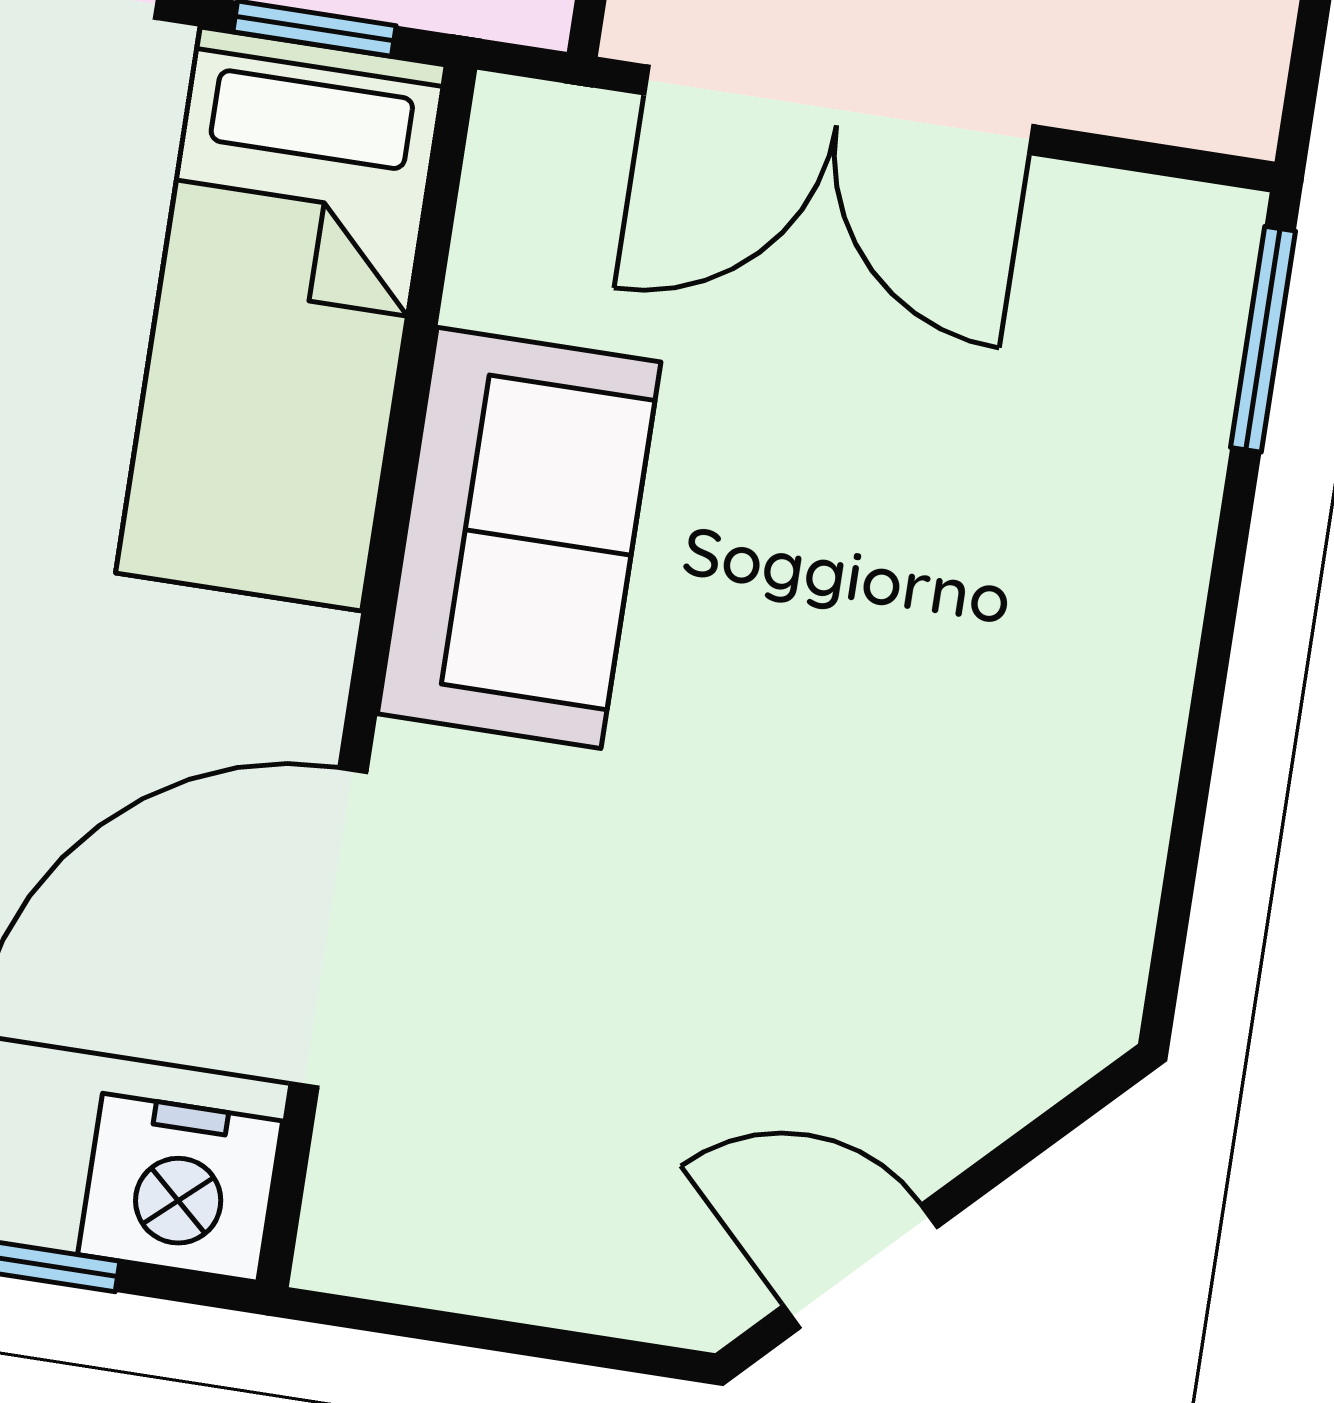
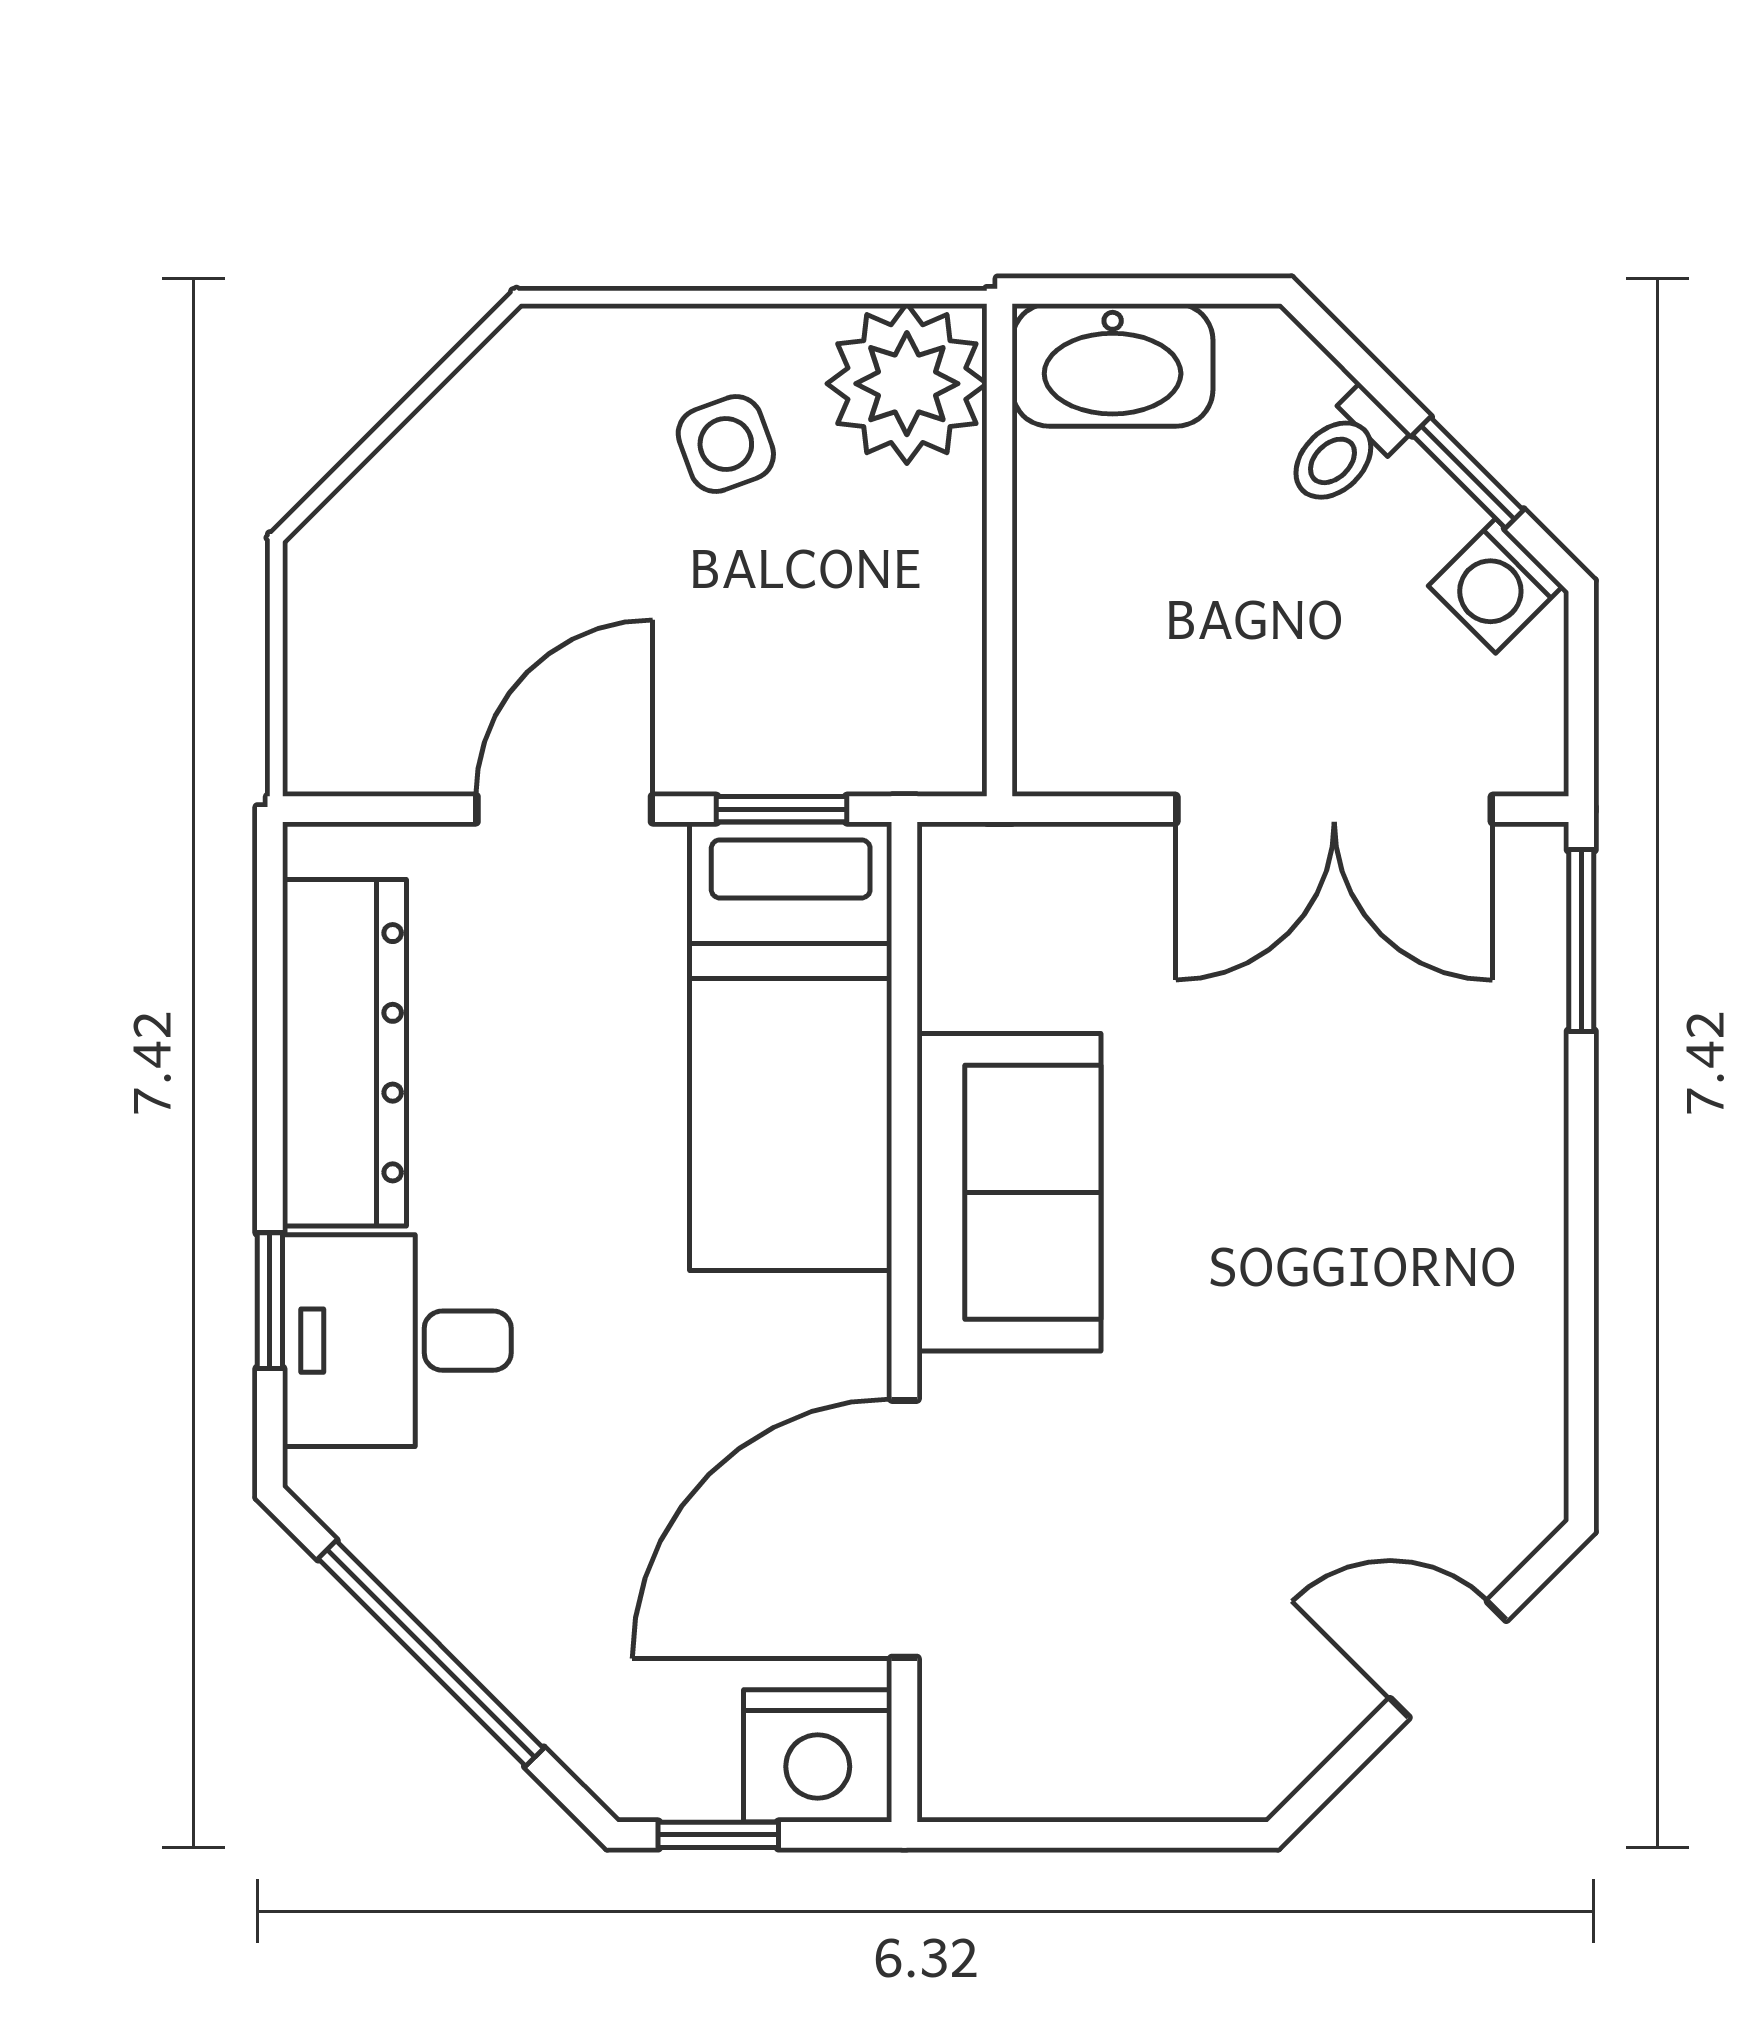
double door: (839, 110) -> (1334, 809), moved
door: (860, 1266) -> (1448, 1659), moved

